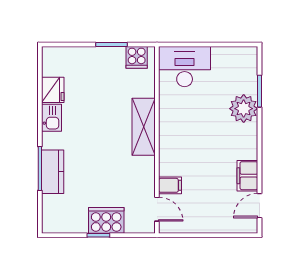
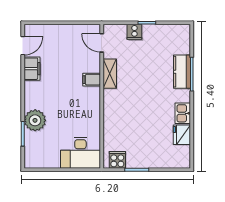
shelving: (144, 127) -> (110, 74), moved, width x0.67, depth x0.75
filing cabinet: (170, 185) -> (92, 80), moved
cooker: (106, 220) -> (134, 32), width x0.53, depth x0.76

